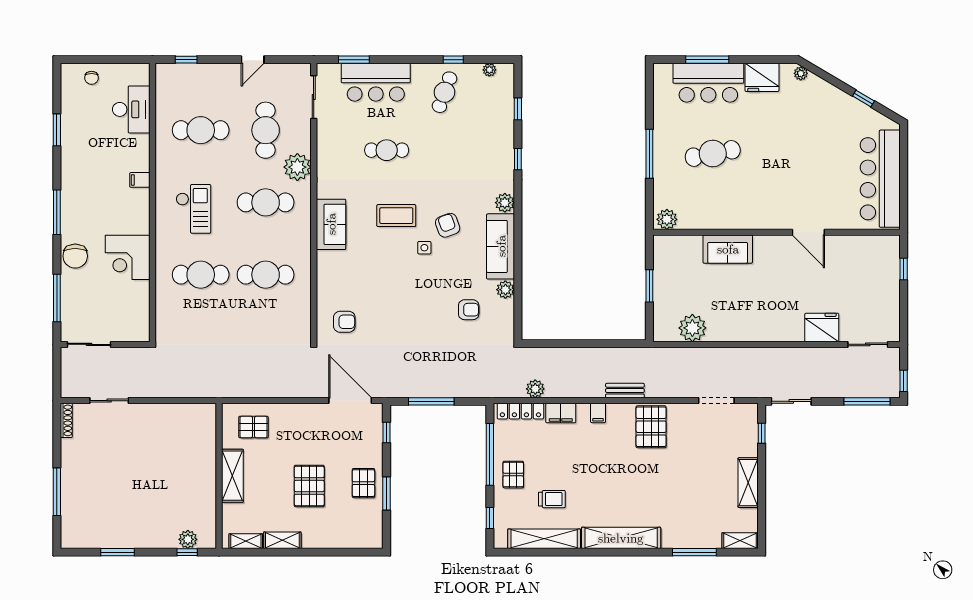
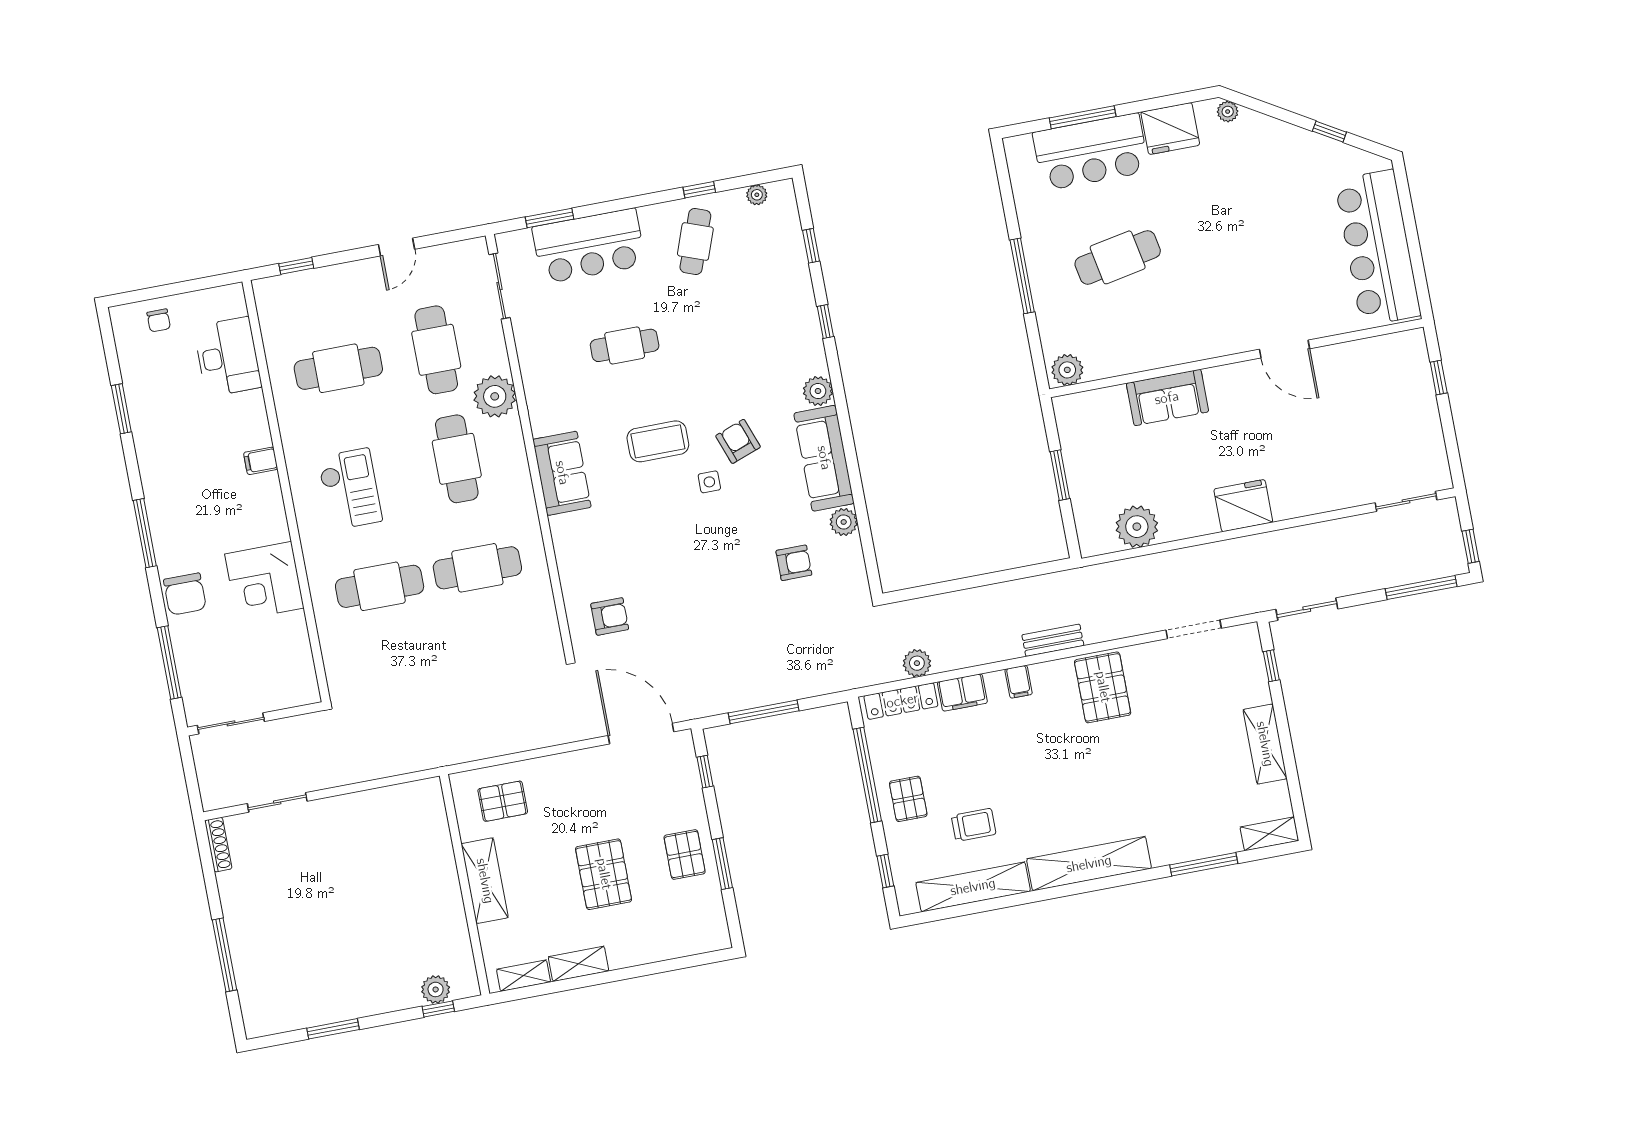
cafe table: (266, 202) -> (457, 459), turned 90
fridge: (822, 327) -> (1243, 506), moved

